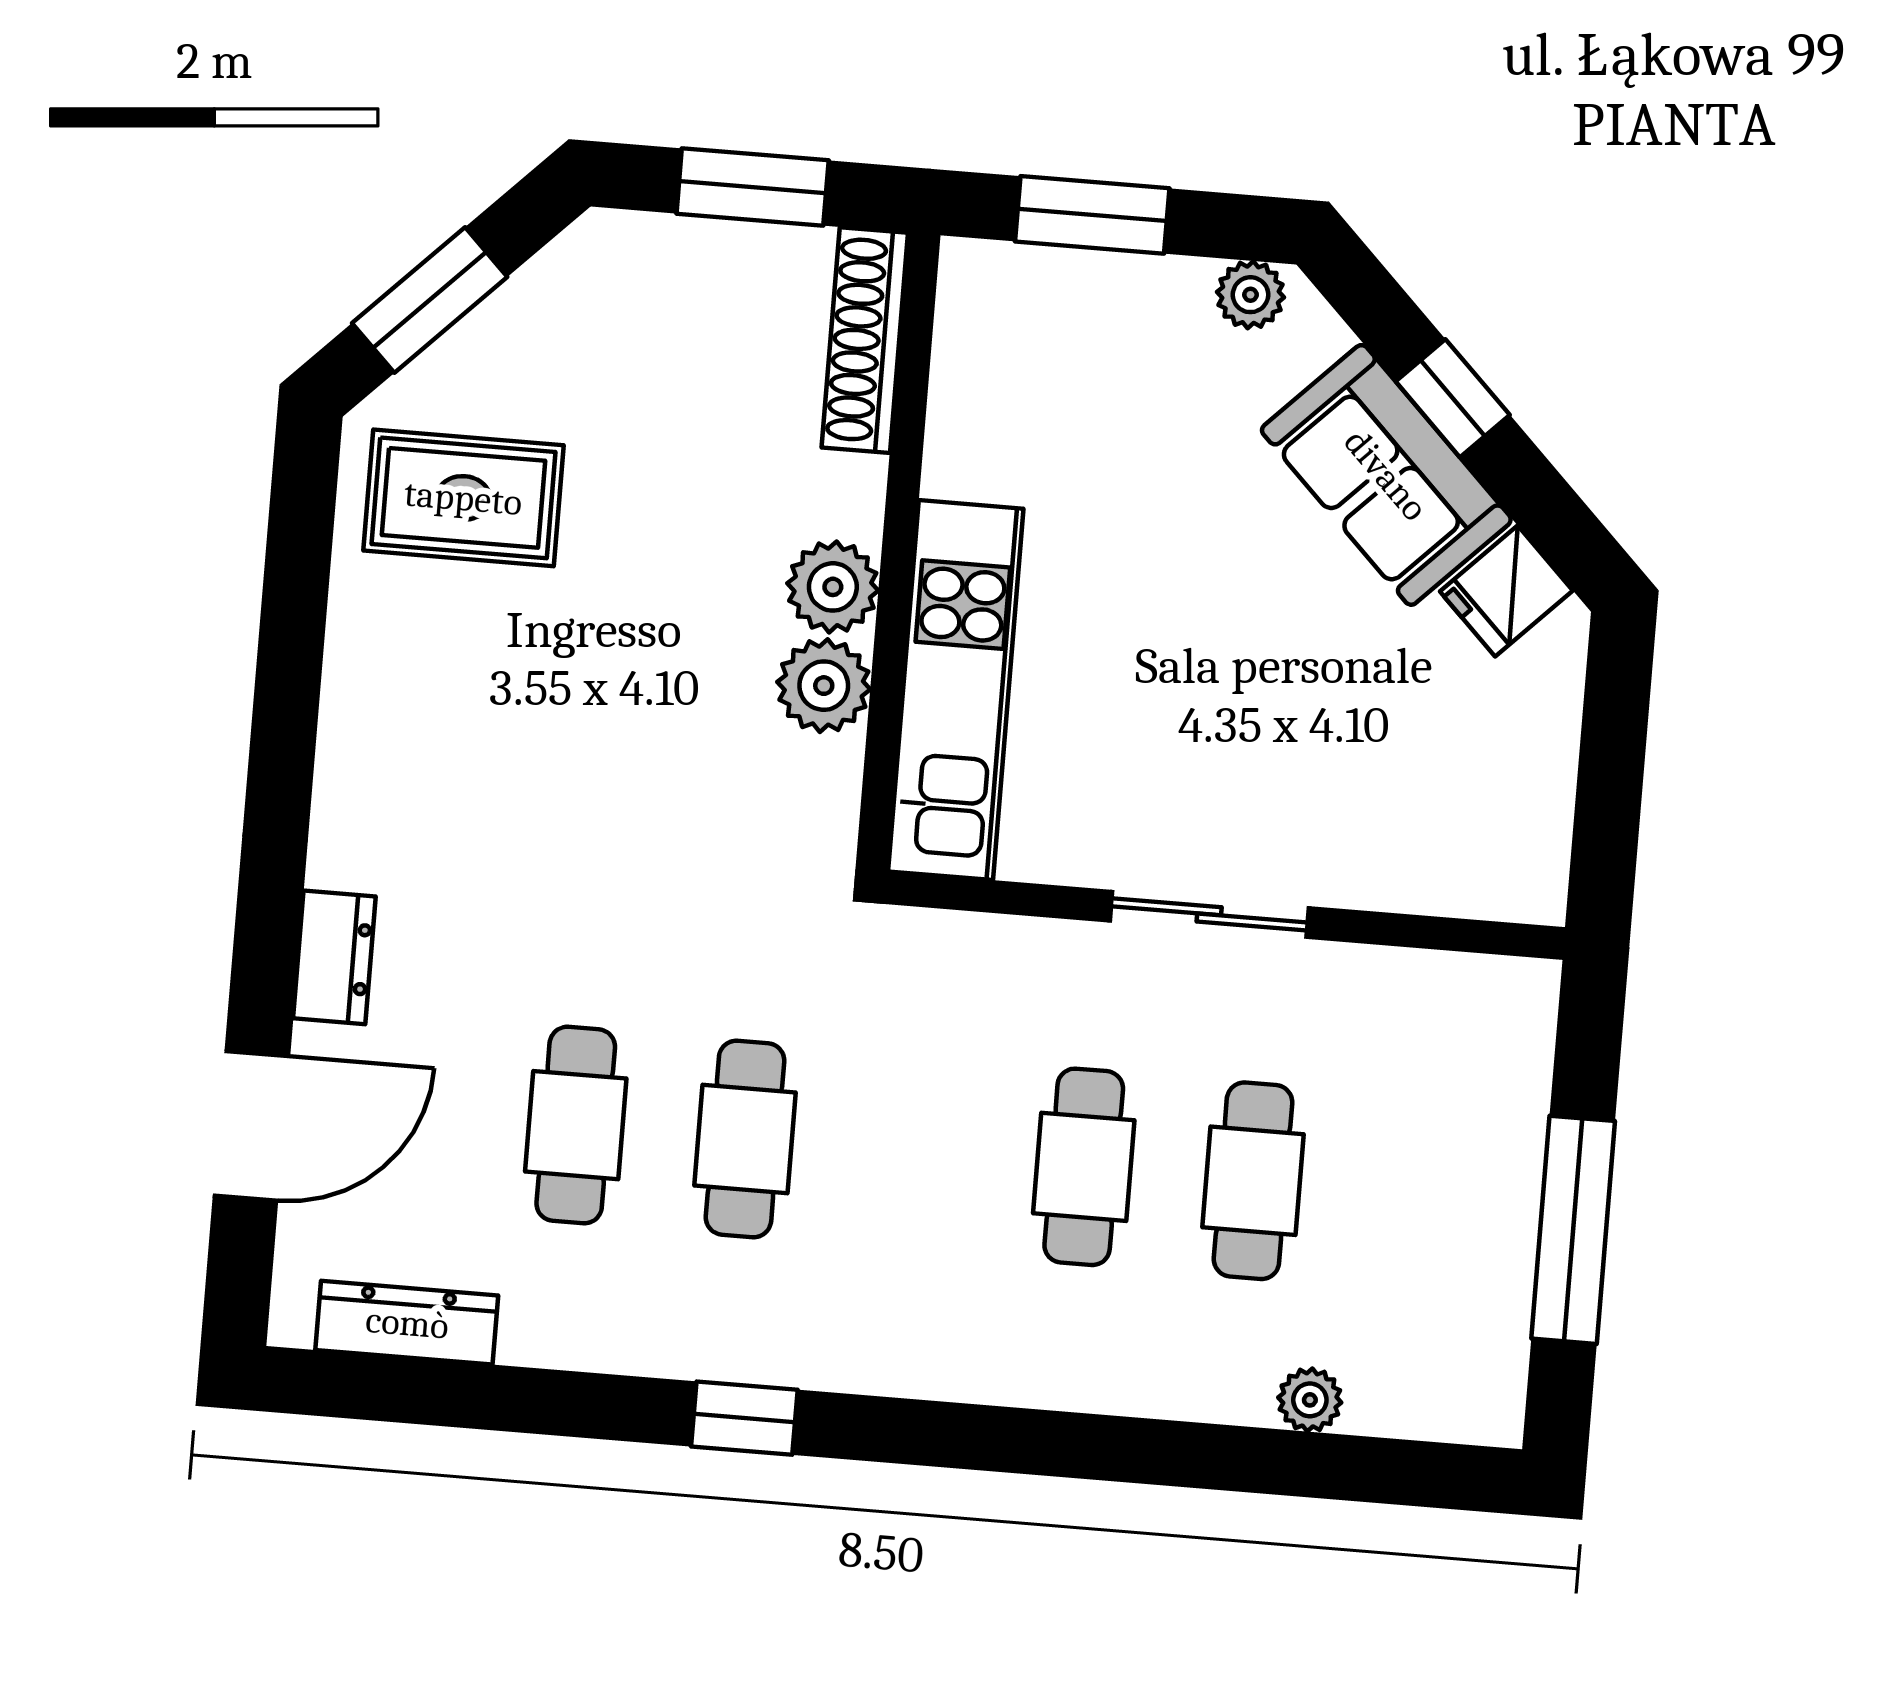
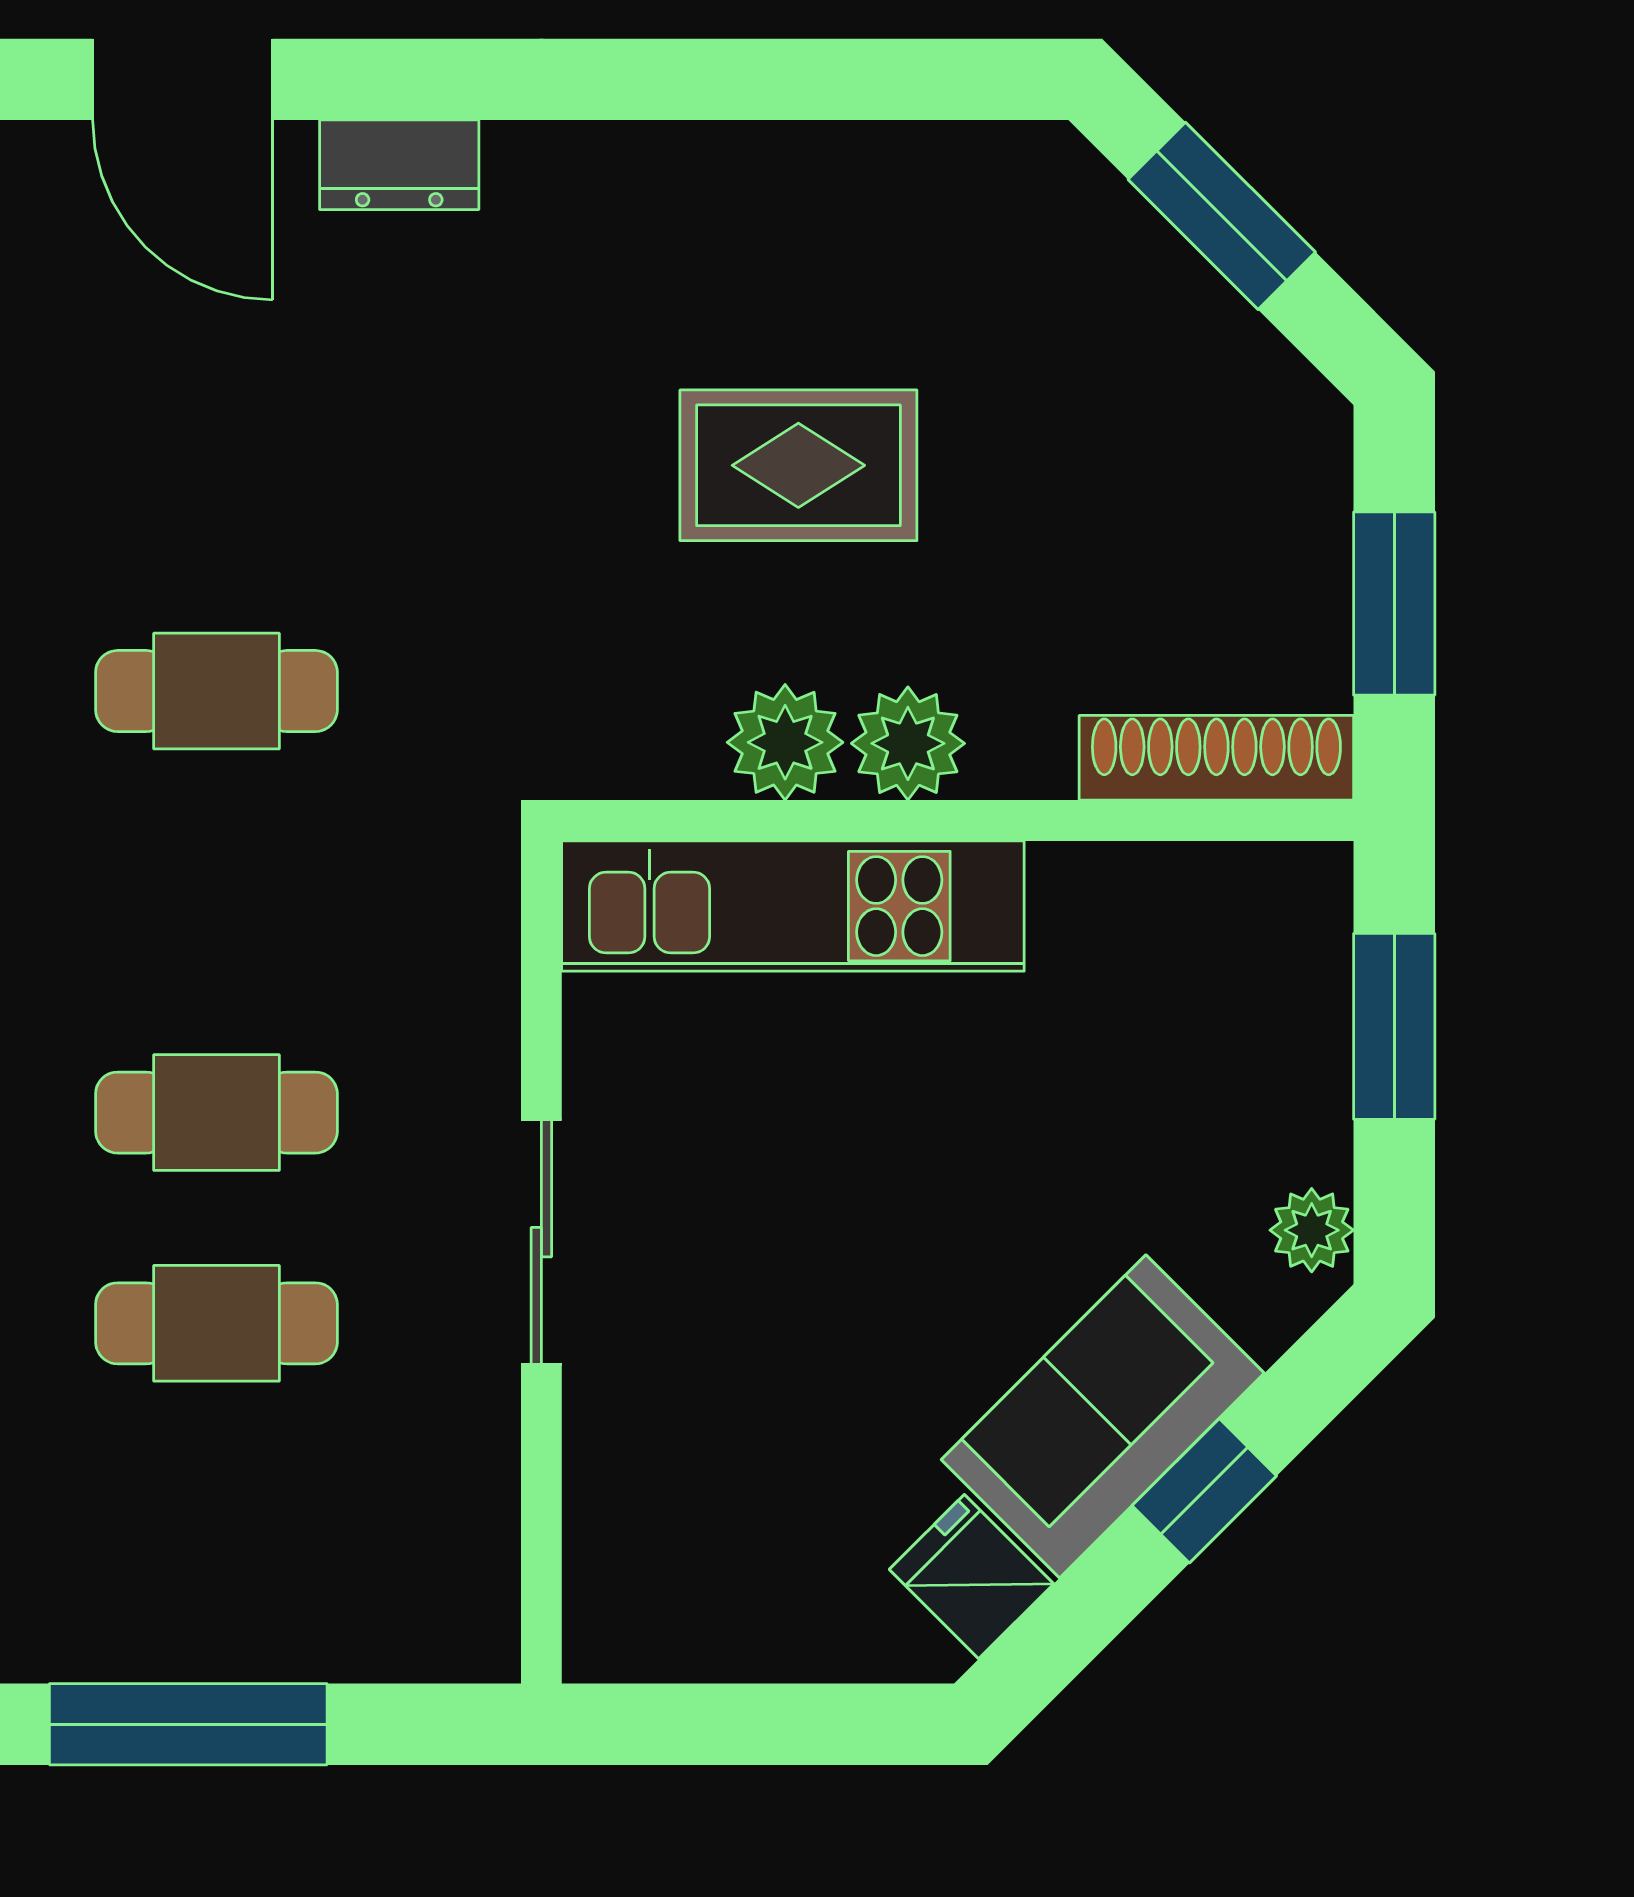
rug: (463, 498) -> (798, 465), moved, turned 90
cafe table: (576, 1125) -> (216, 480), removed

